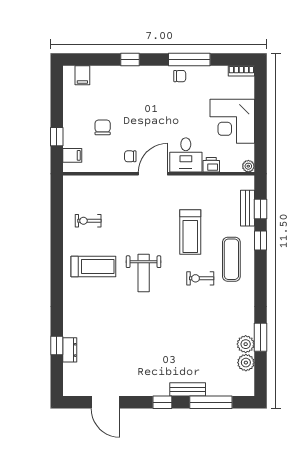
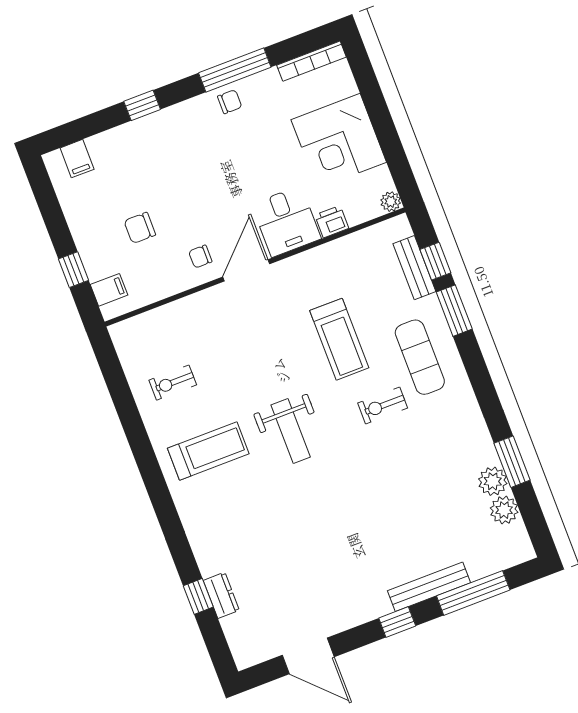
bookcase: (241, 71) -> (311, 61), width x1.56
chair: (103, 127) -> (140, 228), turned -90
window: (261, 241) -> (454, 311), width x1.50
bench: (188, 389) -> (429, 587), width x1.36

